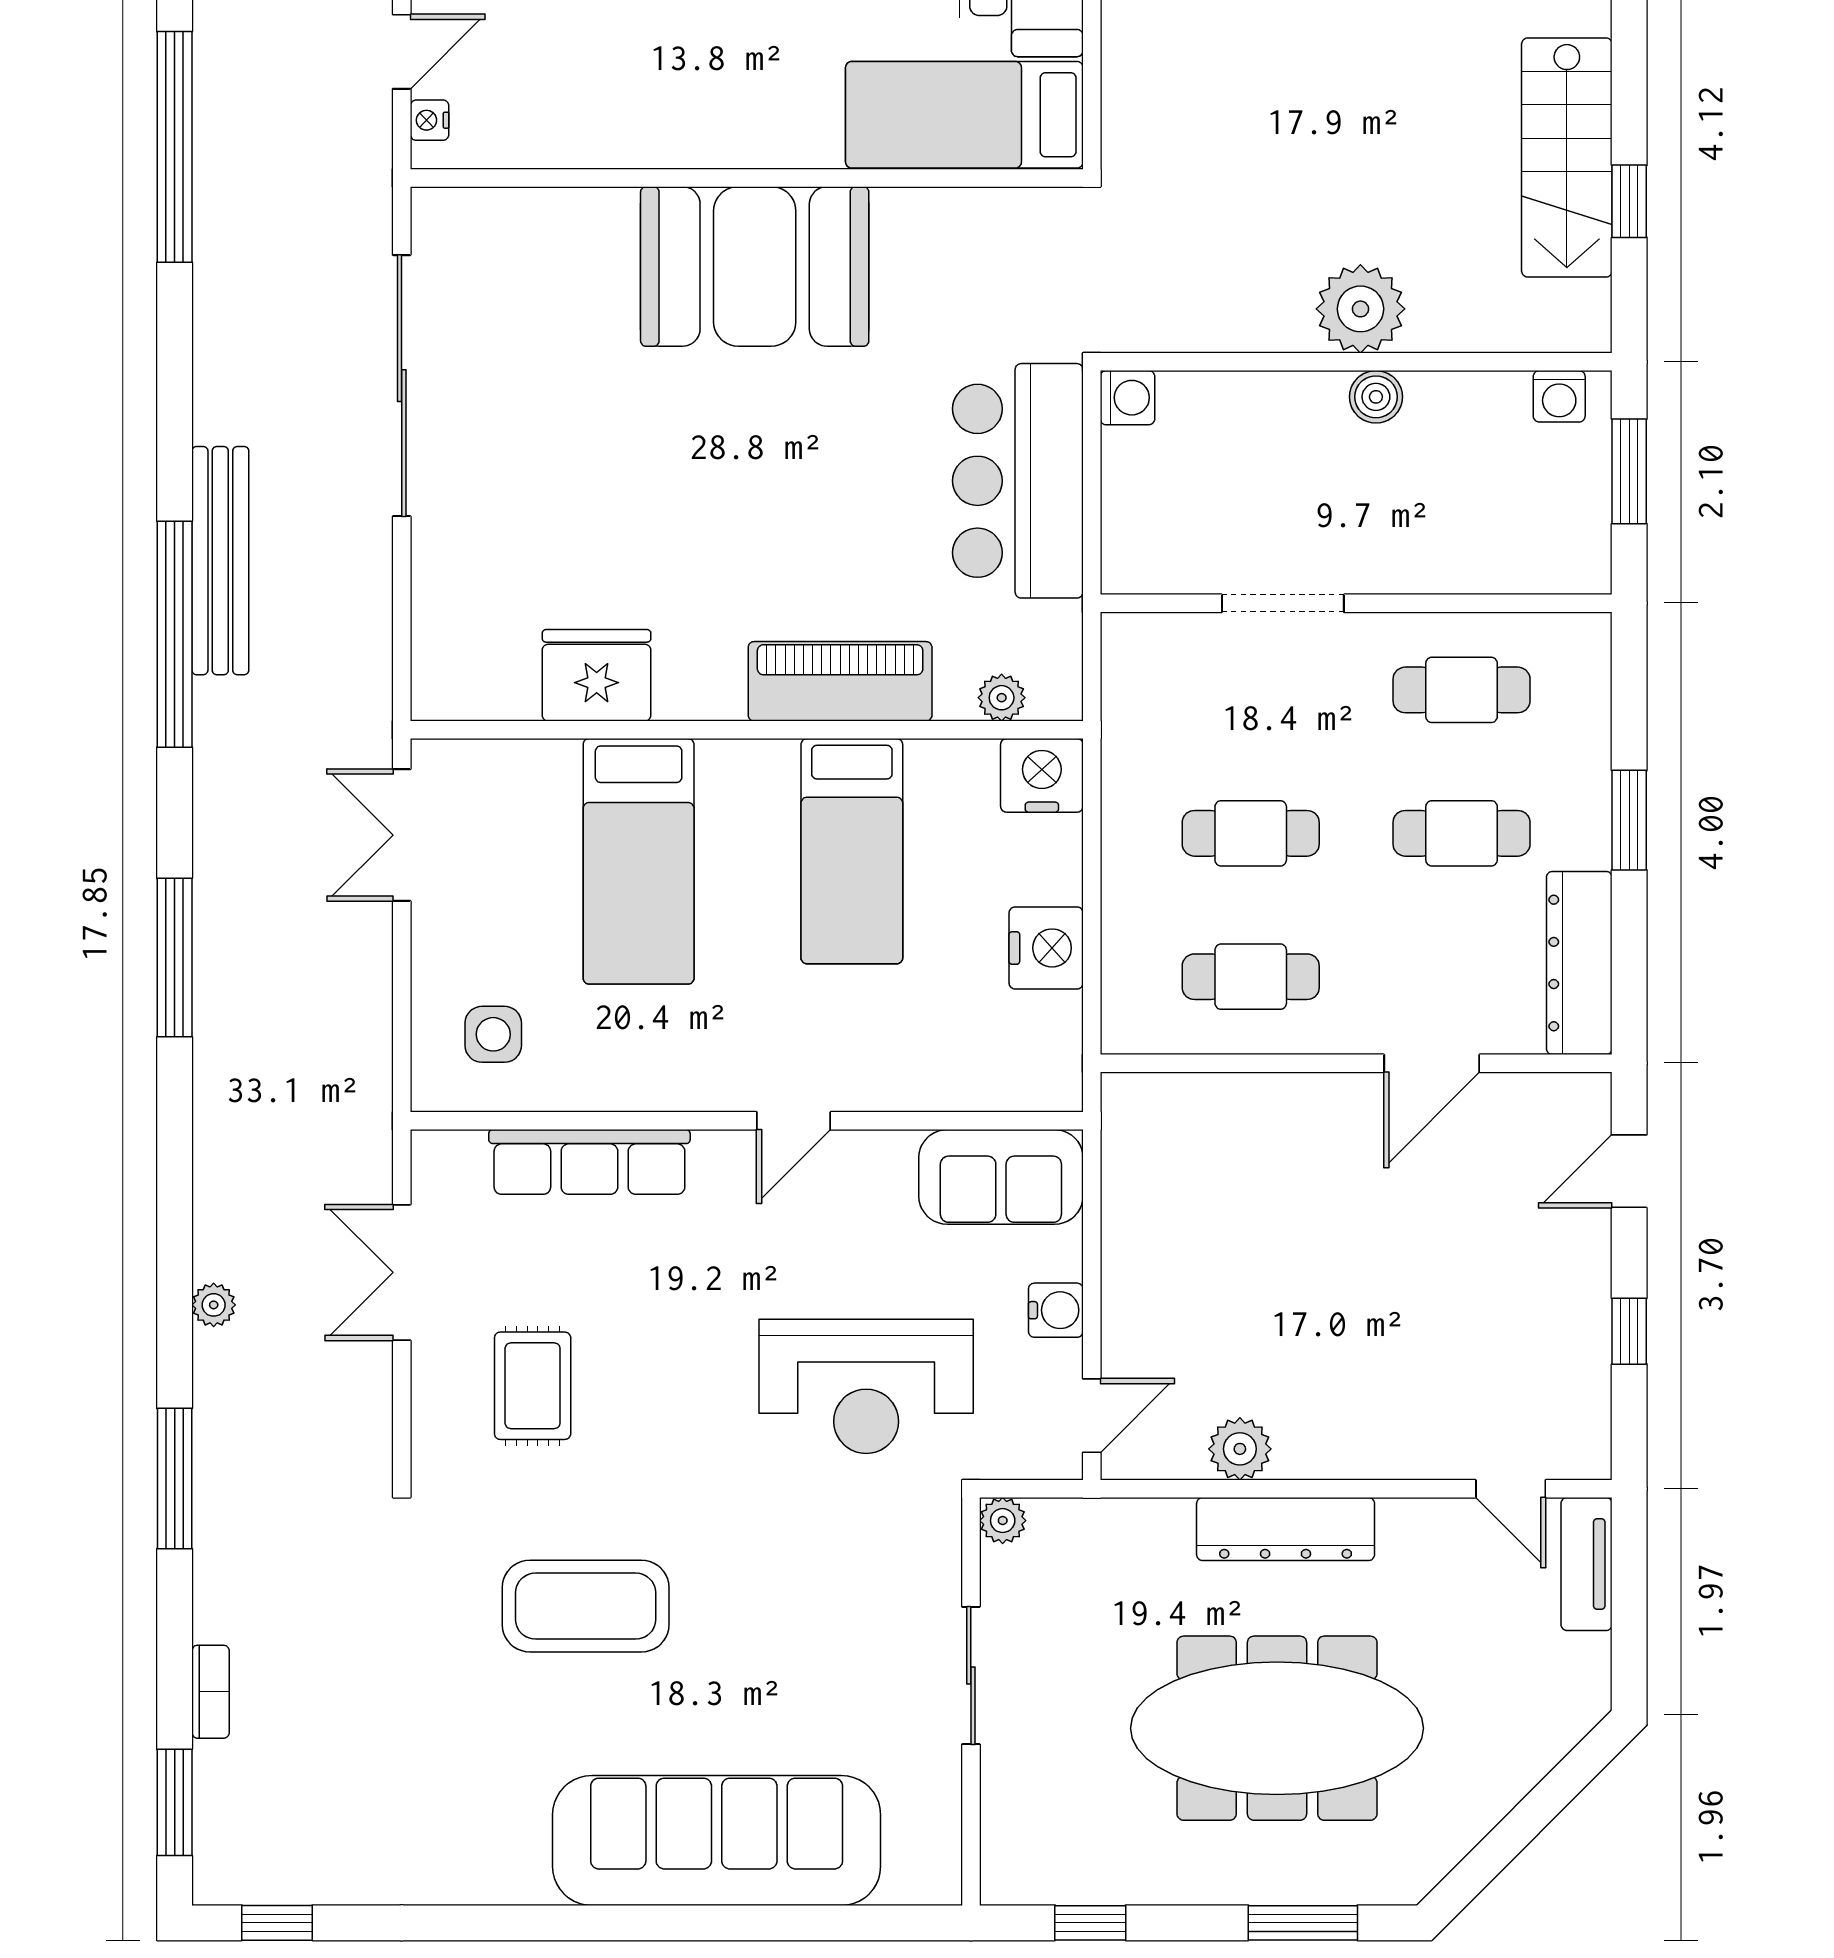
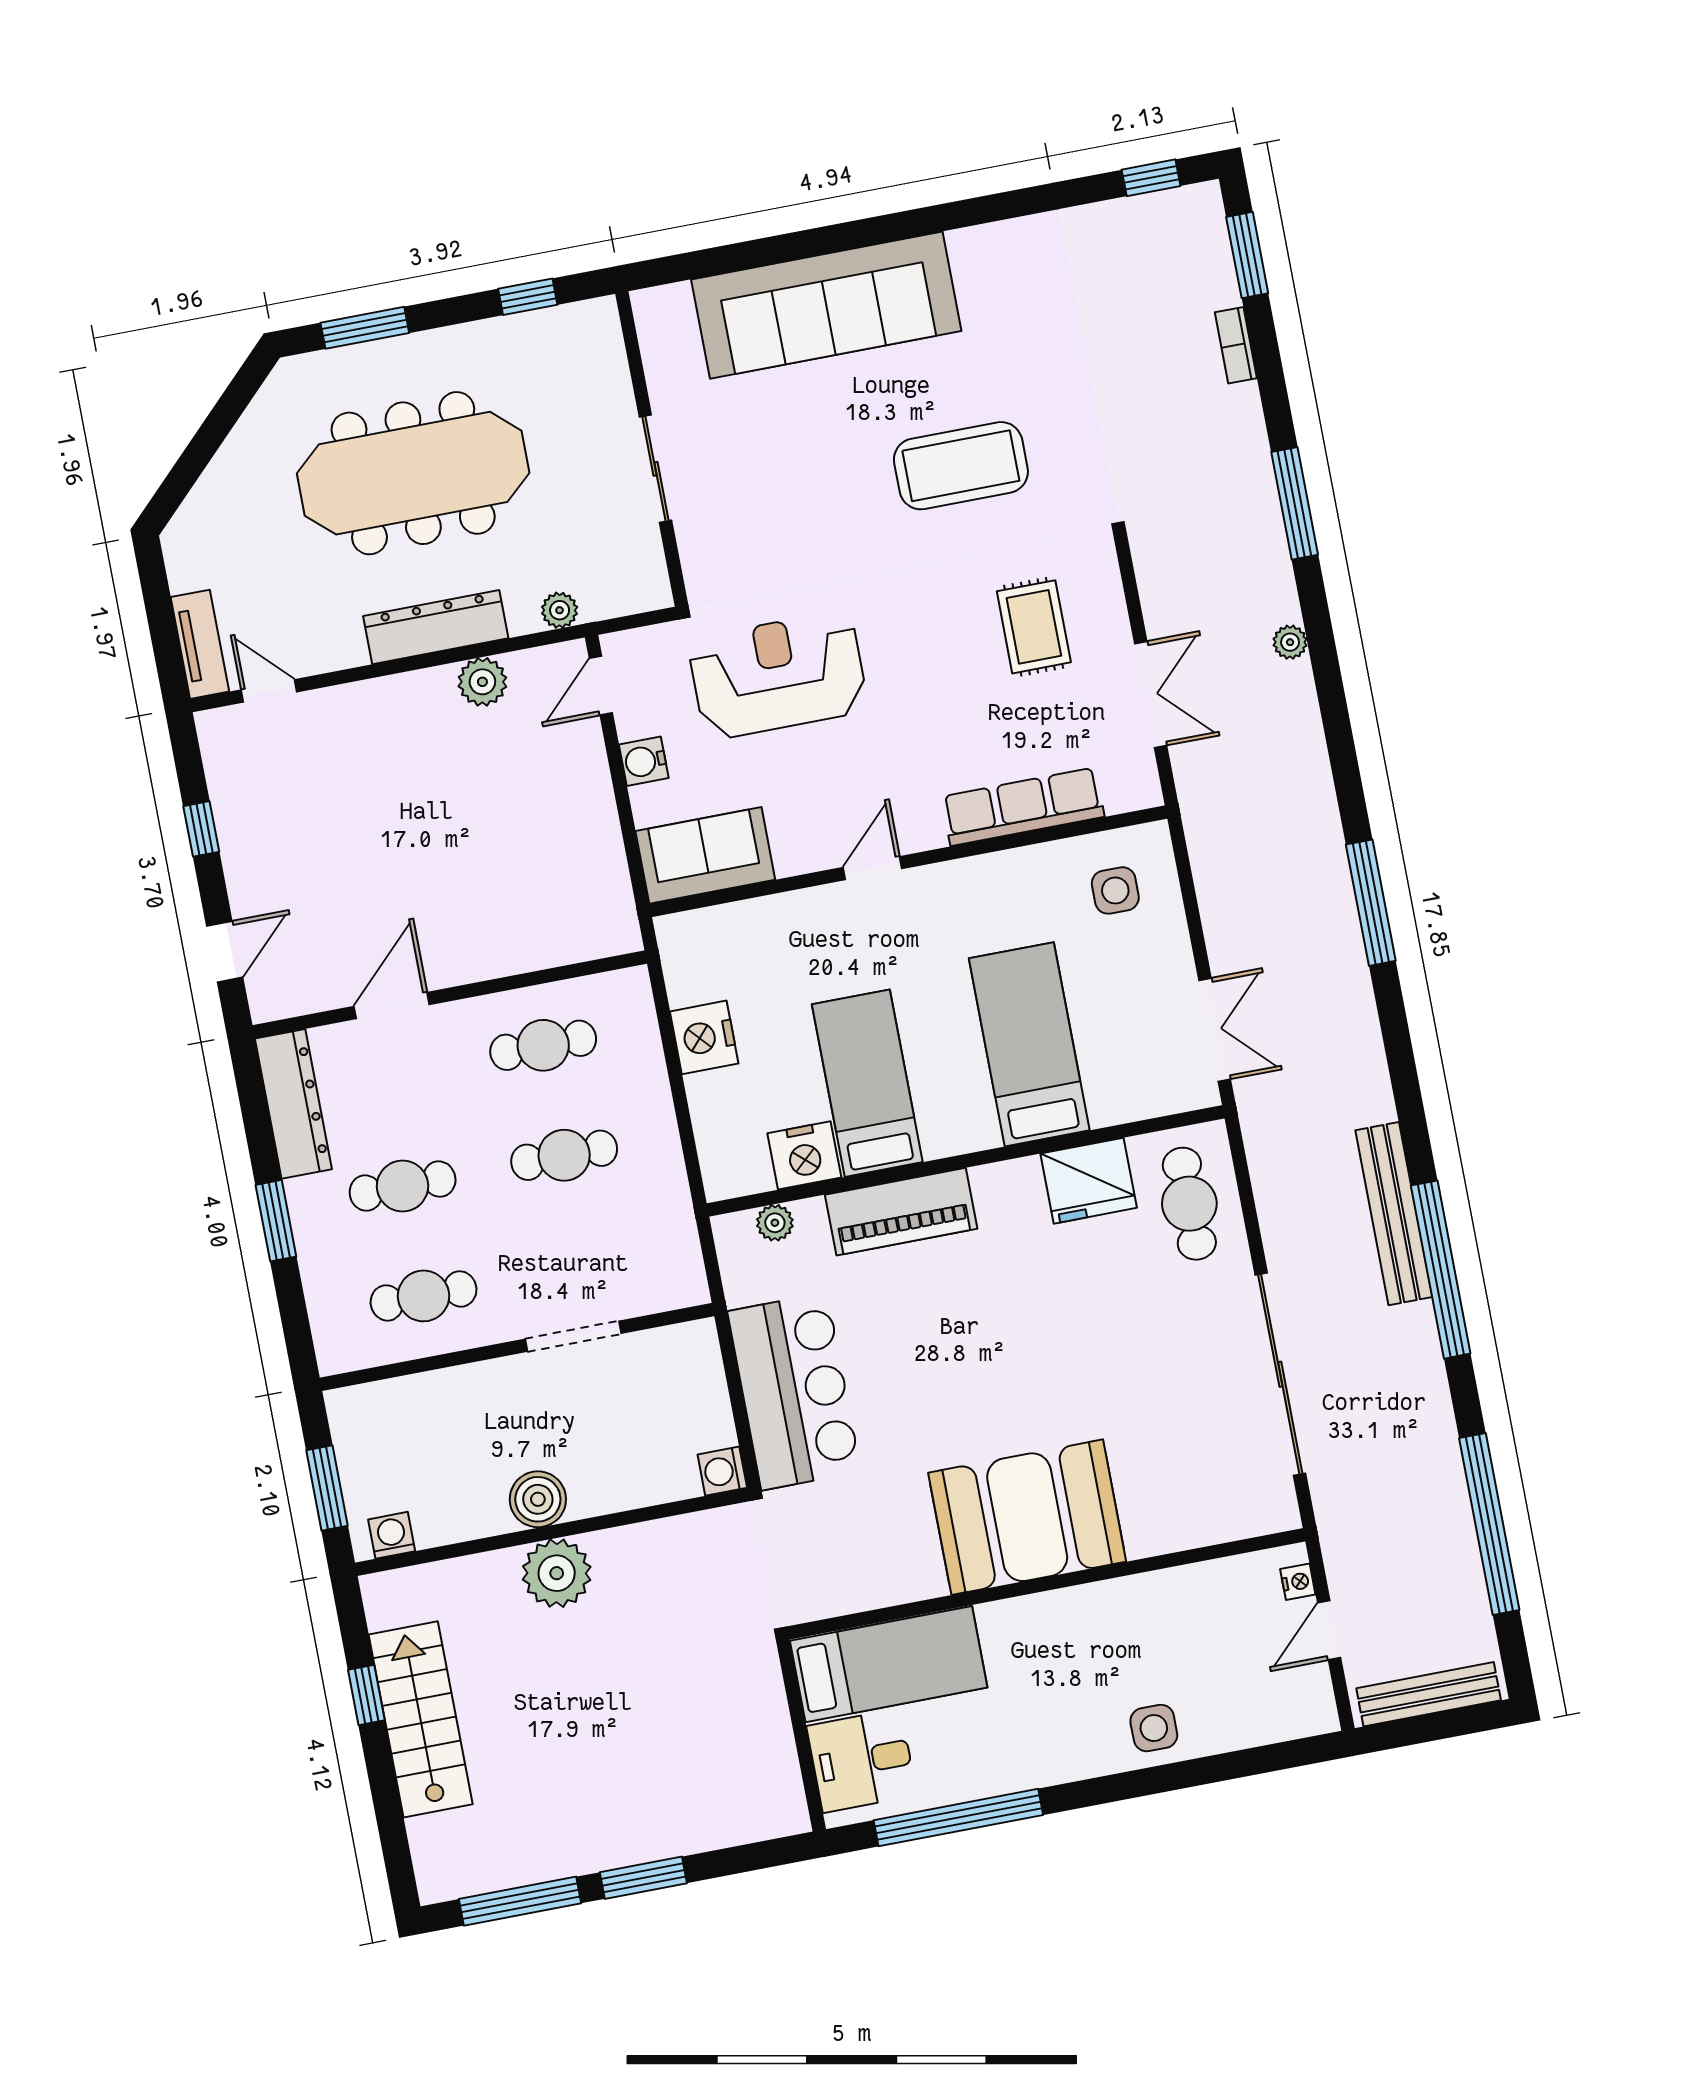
boiler: (1376, 397) -> (538, 1499), width x1.36, depth x1.36
cafe table: (475, 622) -> (1189, 1204), added
window: (175, 634) -> (1441, 1270), moved
nightstand: (1042, 775) -> (804, 1155), moved
plant: (1003, 1521) -> (560, 610), moved

